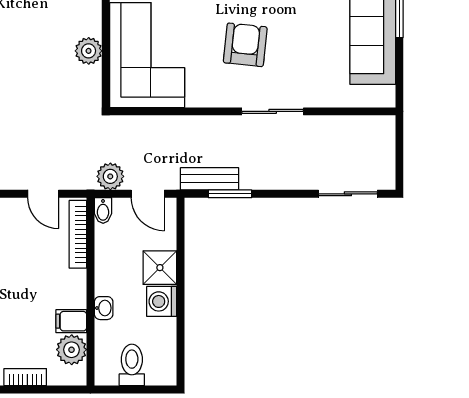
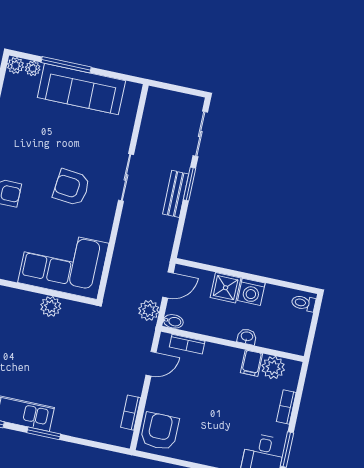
bench: (210, 179) -> (176, 194), moved
window: (230, 194) -> (190, 184), moved
bookcase: (78, 234) -> (187, 344), width x0.64
toilet: (132, 365) -> (303, 303), moved, width x0.73, depth x0.72

